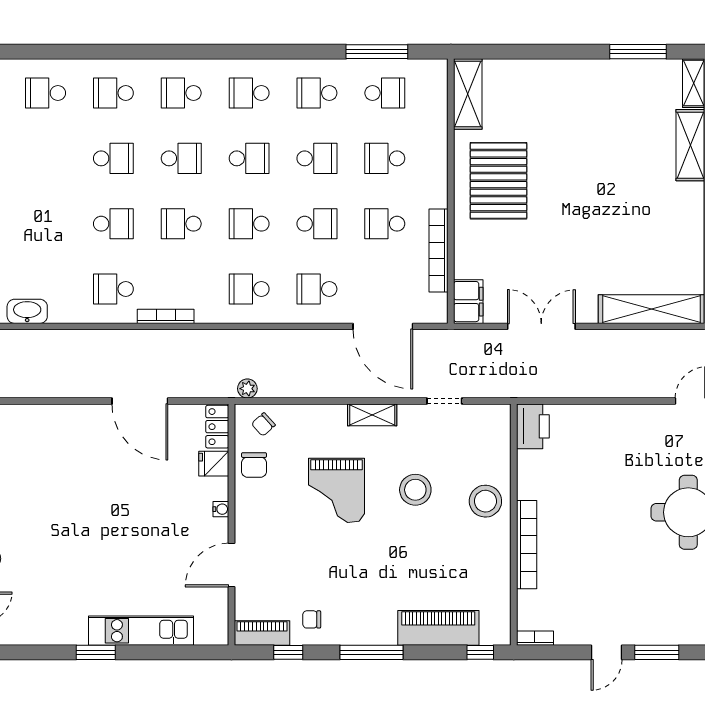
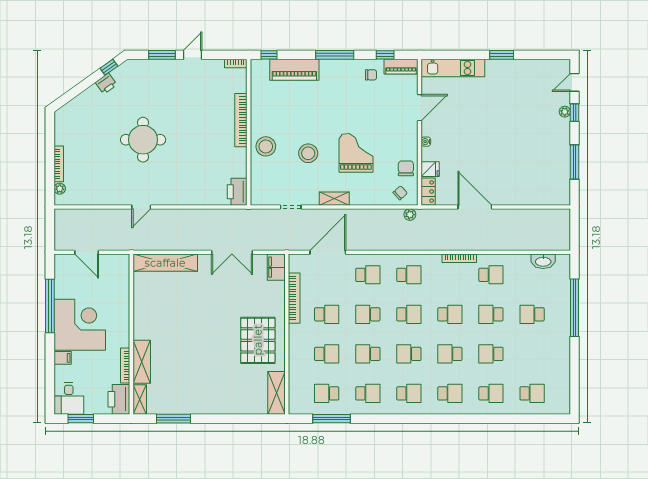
school desk: (46, 224) -> (532, 314), added
door: (383, 326) -> (328, 252), hinge flipped
kitchen unit: (141, 631) -> (453, 68), moved

